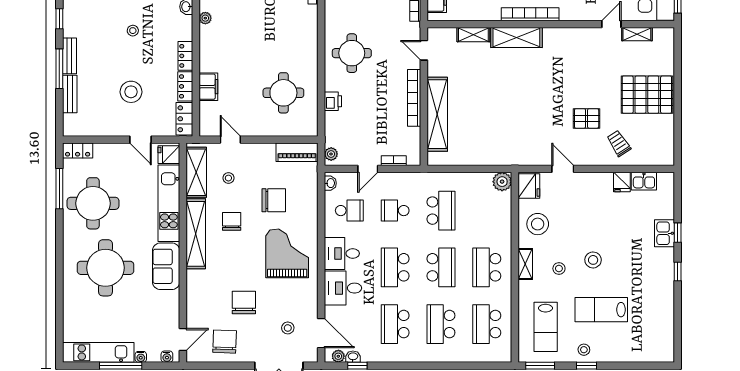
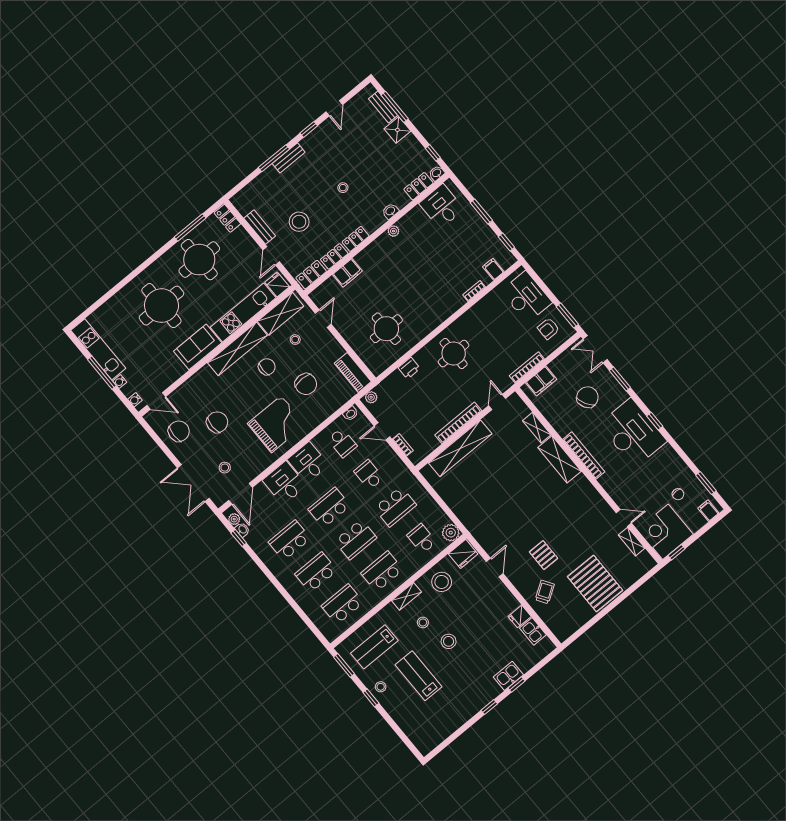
bench: (70, 94) -> (260, 227), moved, turned 90
school desk: (487, 211) -> (422, 539), added

